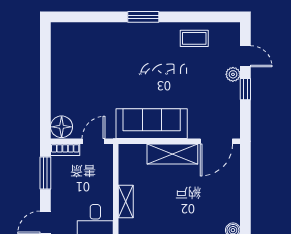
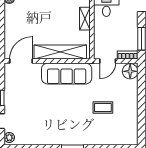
coffee table: (194, 38) -> (103, 108), moved
plant: (233, 74) -> (9, 138), moved
shelving: (172, 154) -> (60, 52), width x1.47

